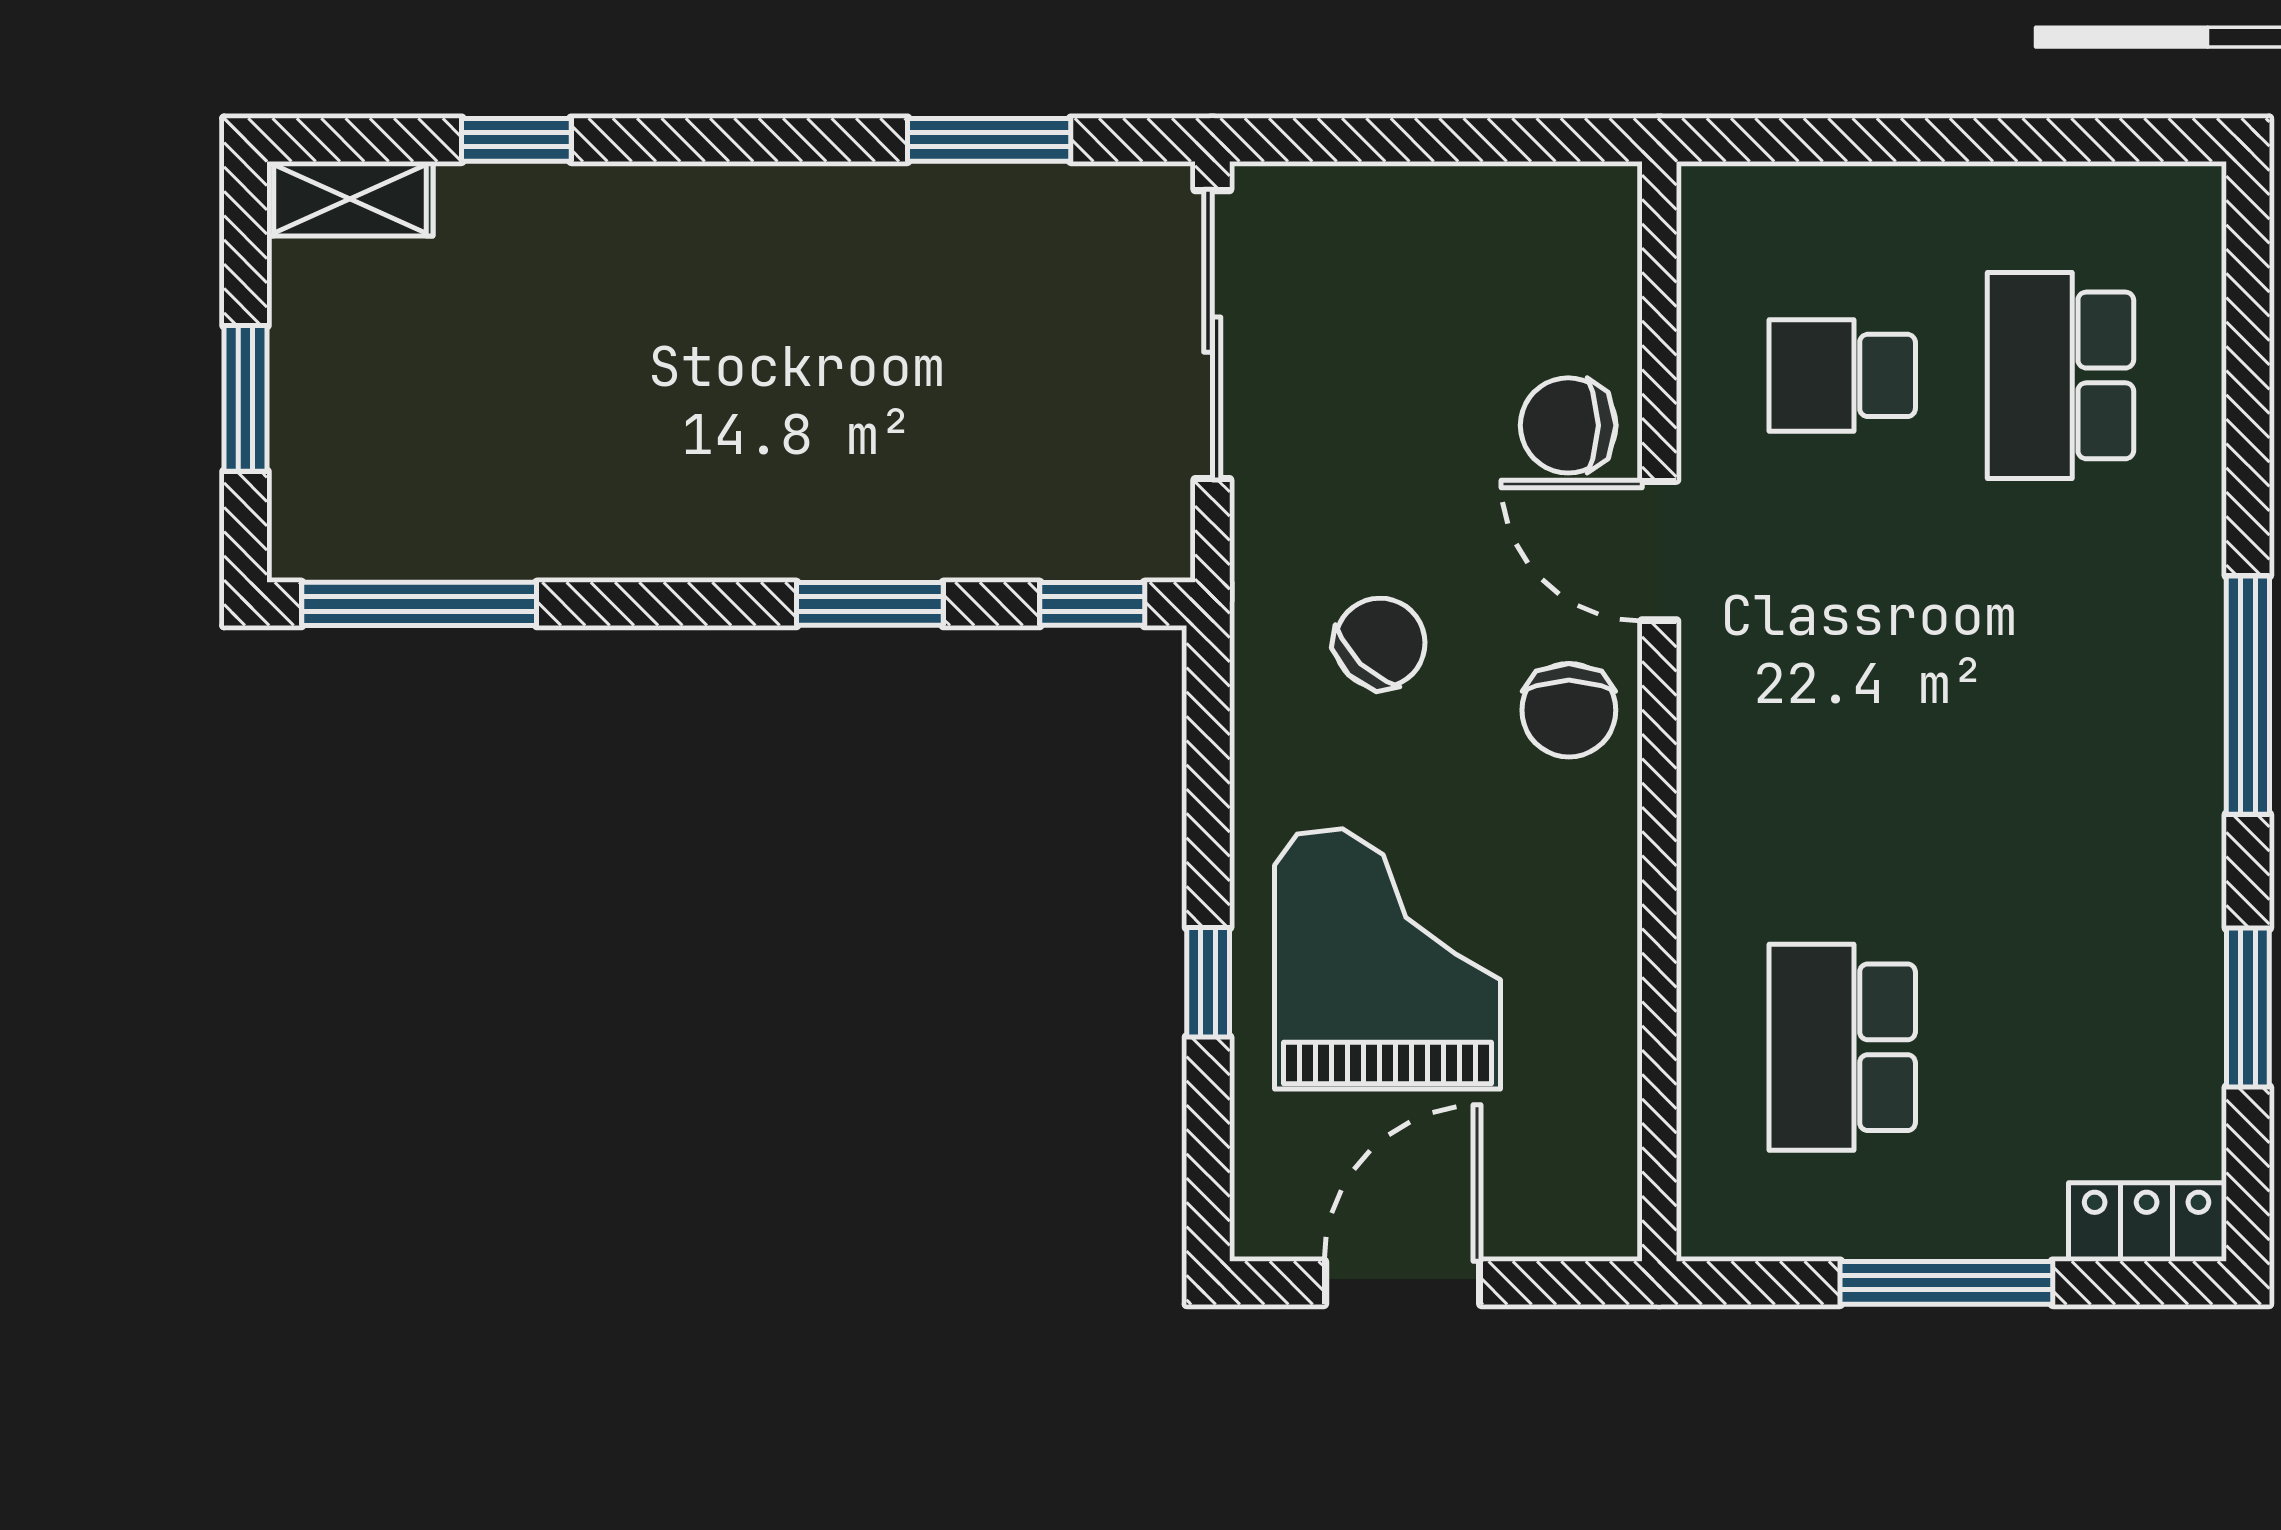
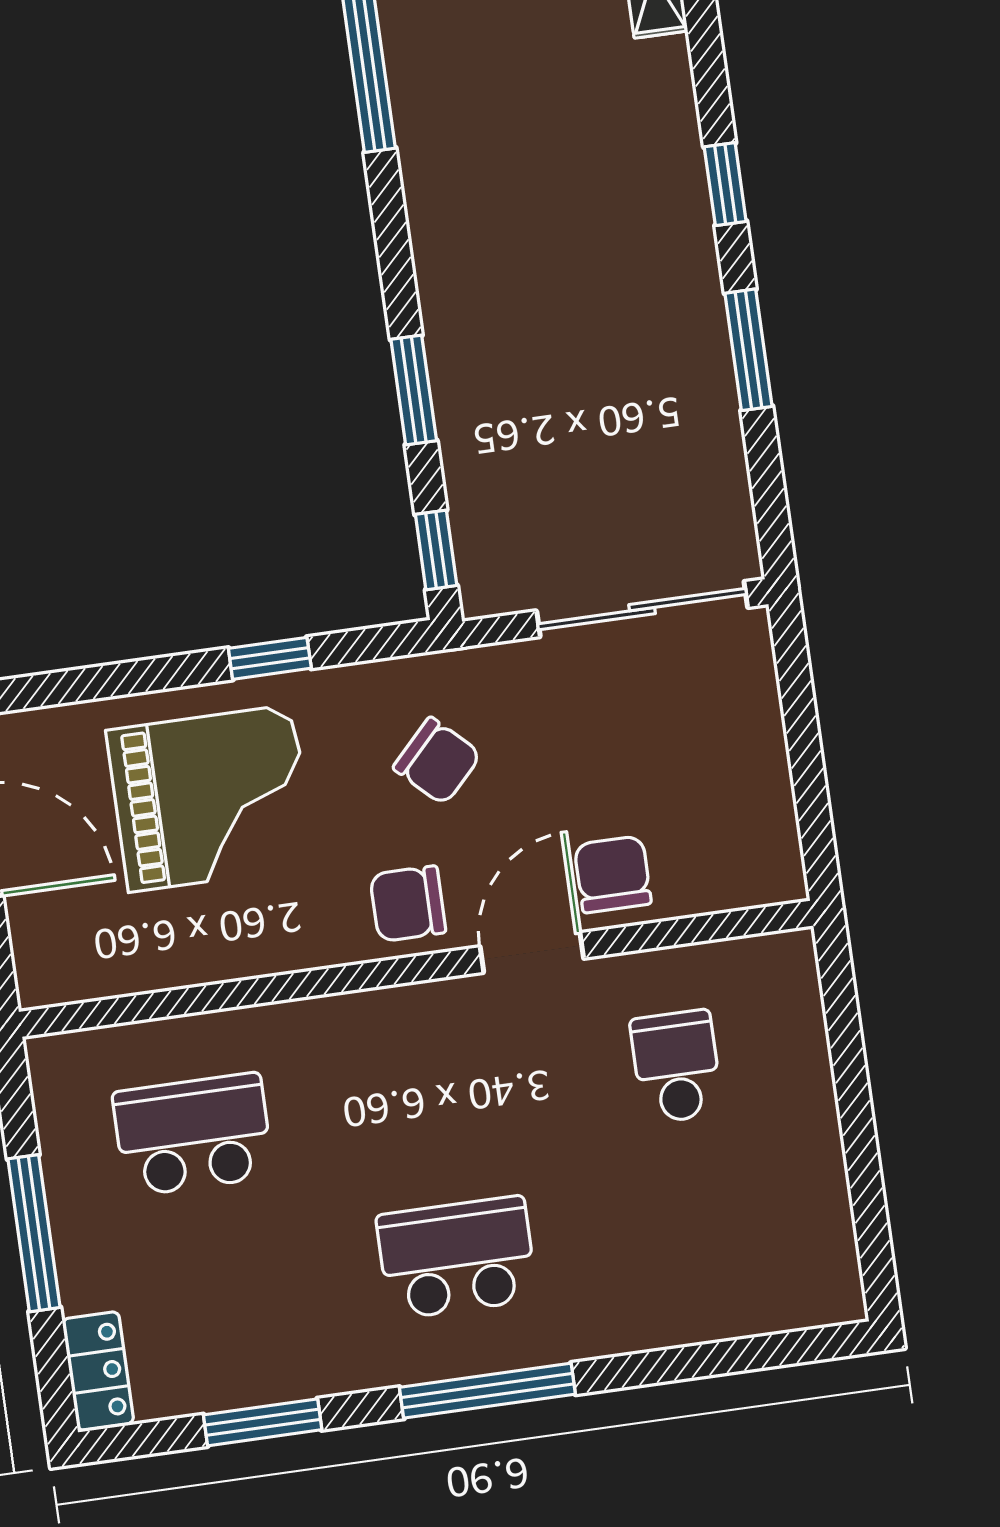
window: (516, 140) -> (725, 184), moved
window: (989, 140) -> (748, 350), moved
school desk: (2061, 375) -> (457, 1258), moved
window: (1208, 982) -> (270, 658), moved

